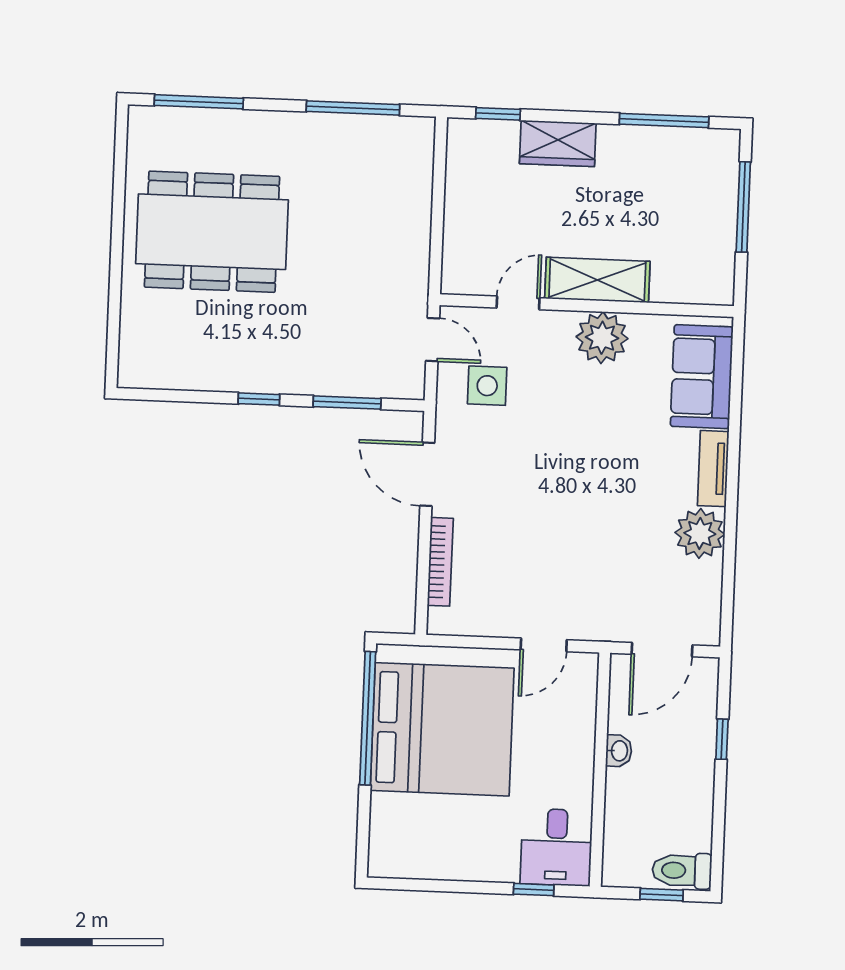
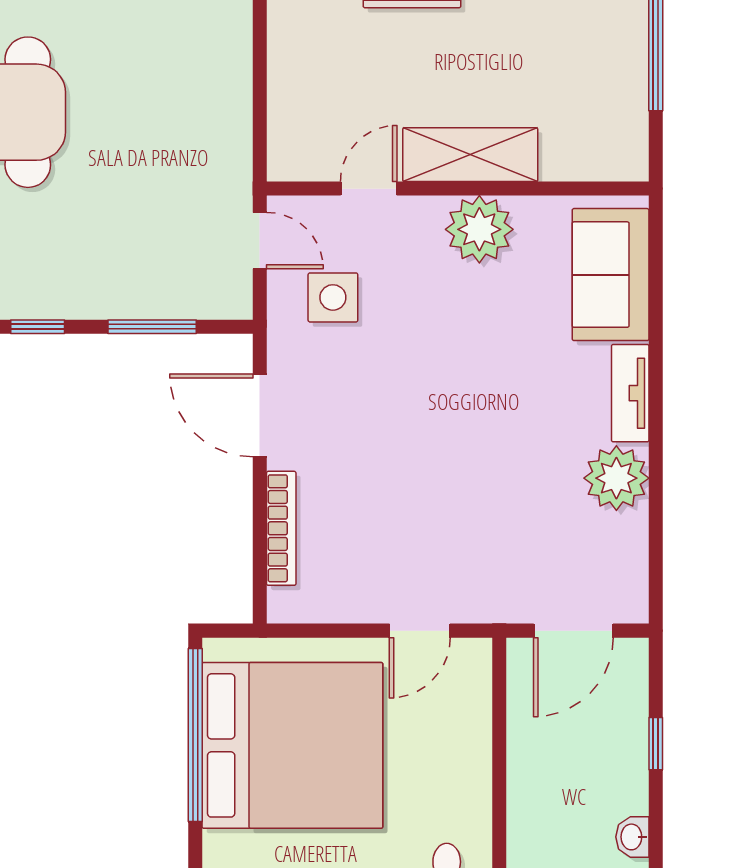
washbasin: (619, 751) -> (632, 837), moved, turned 180

